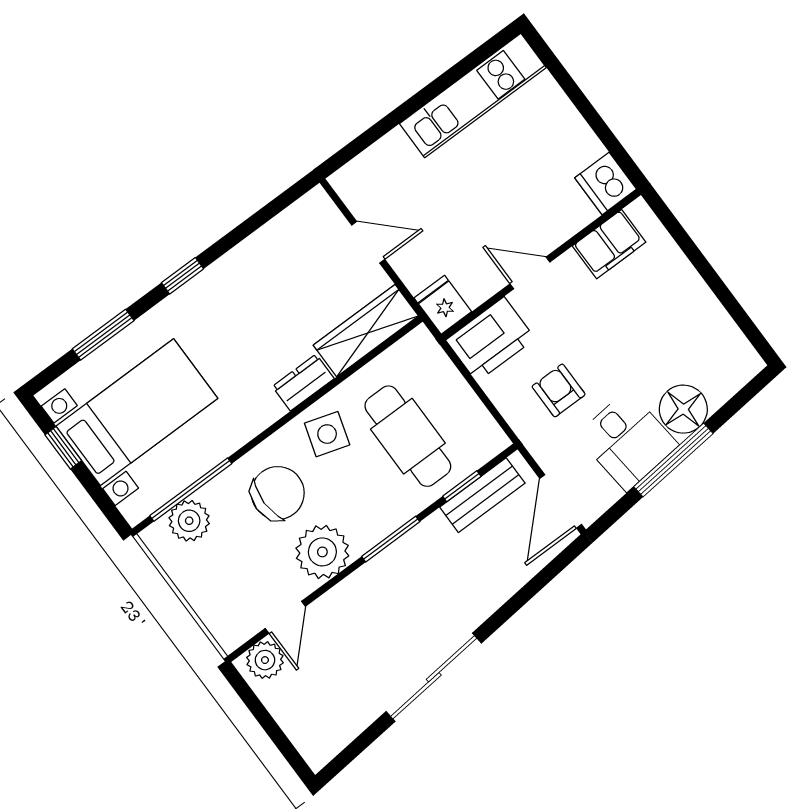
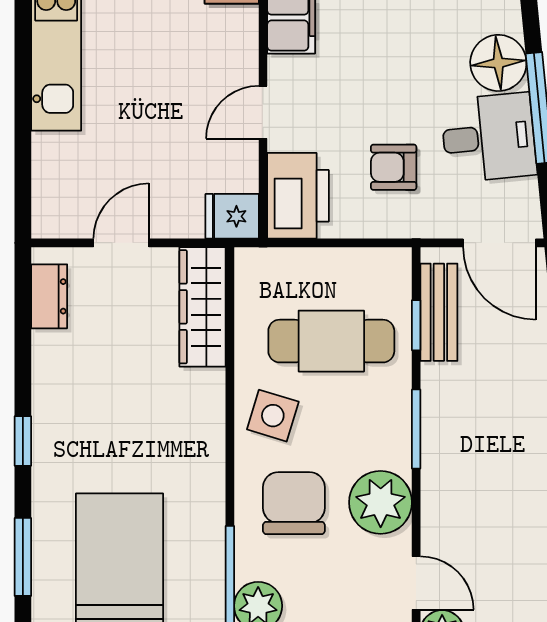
dresser: (303, 382) -> (49, 296), moved, turned 180

